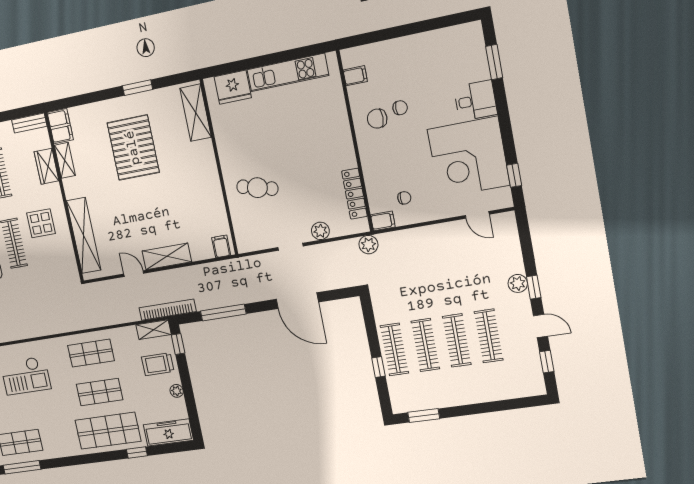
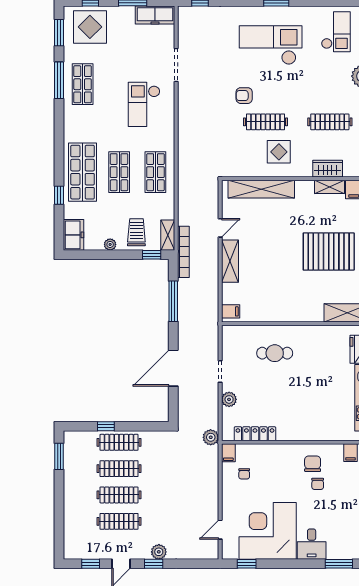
cafe table: (257, 188) -> (275, 353), turned 76
freezer: (168, 432) -> (74, 235), width x0.71

